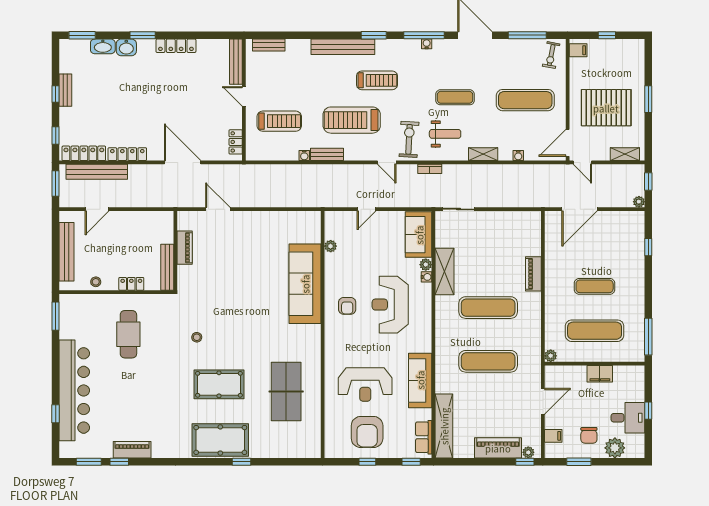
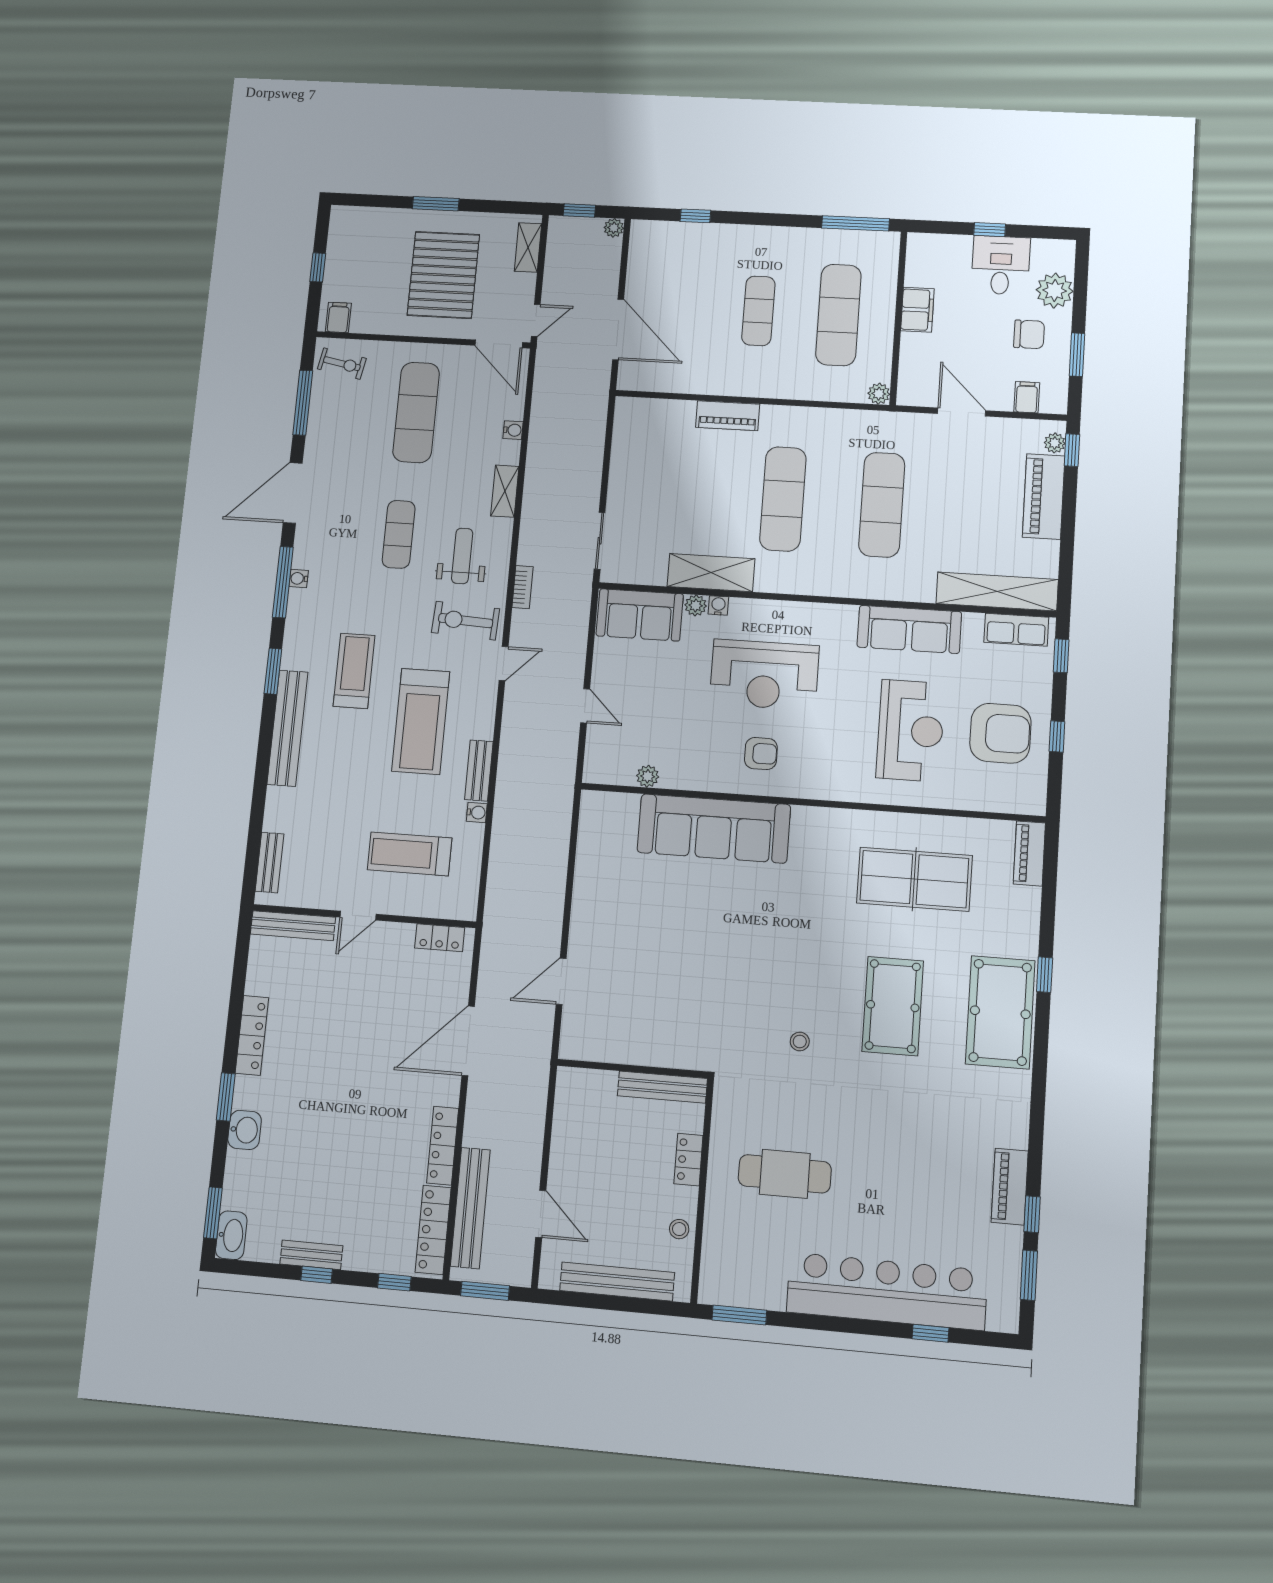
washbasin: (103, 46) -> (231, 1235), moved
treadmill: (279, 121) -> (410, 854), turned -90
piano: (185, 248) -> (1029, 854), moved, turned -90

